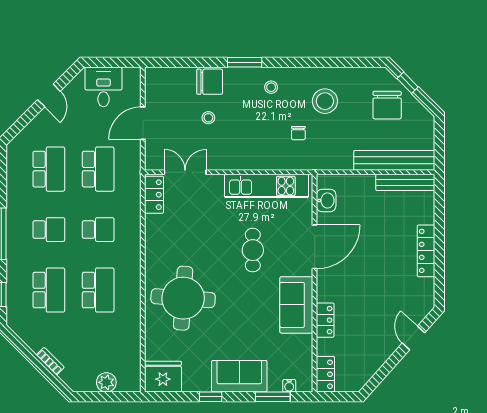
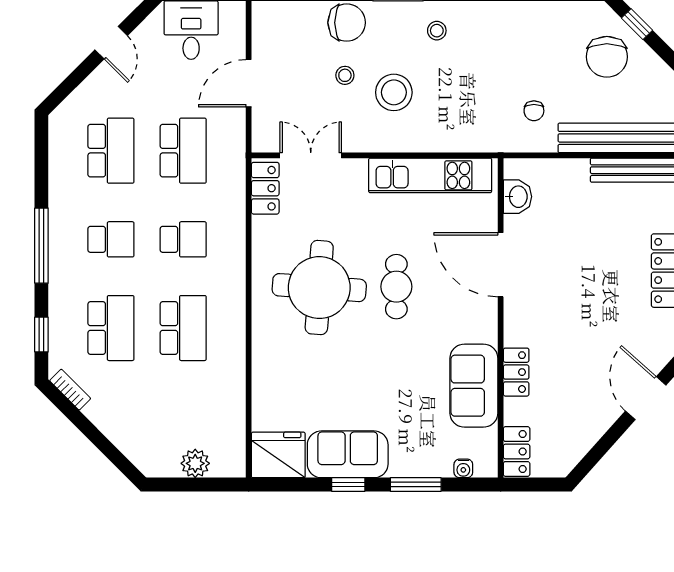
stool: (325, 101) -> (394, 92), moved
chair: (298, 133) -> (534, 111), moved
door: (315, 247) -> (501, 265), swing flipped
cafe table: (253, 250) -> (396, 287), moved
round table: (183, 298) -> (319, 288), moved
sofa: (296, 305) -> (474, 386), moved
door: (414, 338) -> (646, 398), width x1.38
bookcase: (50, 361) -> (70, 390), moved
sofa: (239, 376) -> (348, 454), moved
window: (273, 397) -> (416, 484), moved

